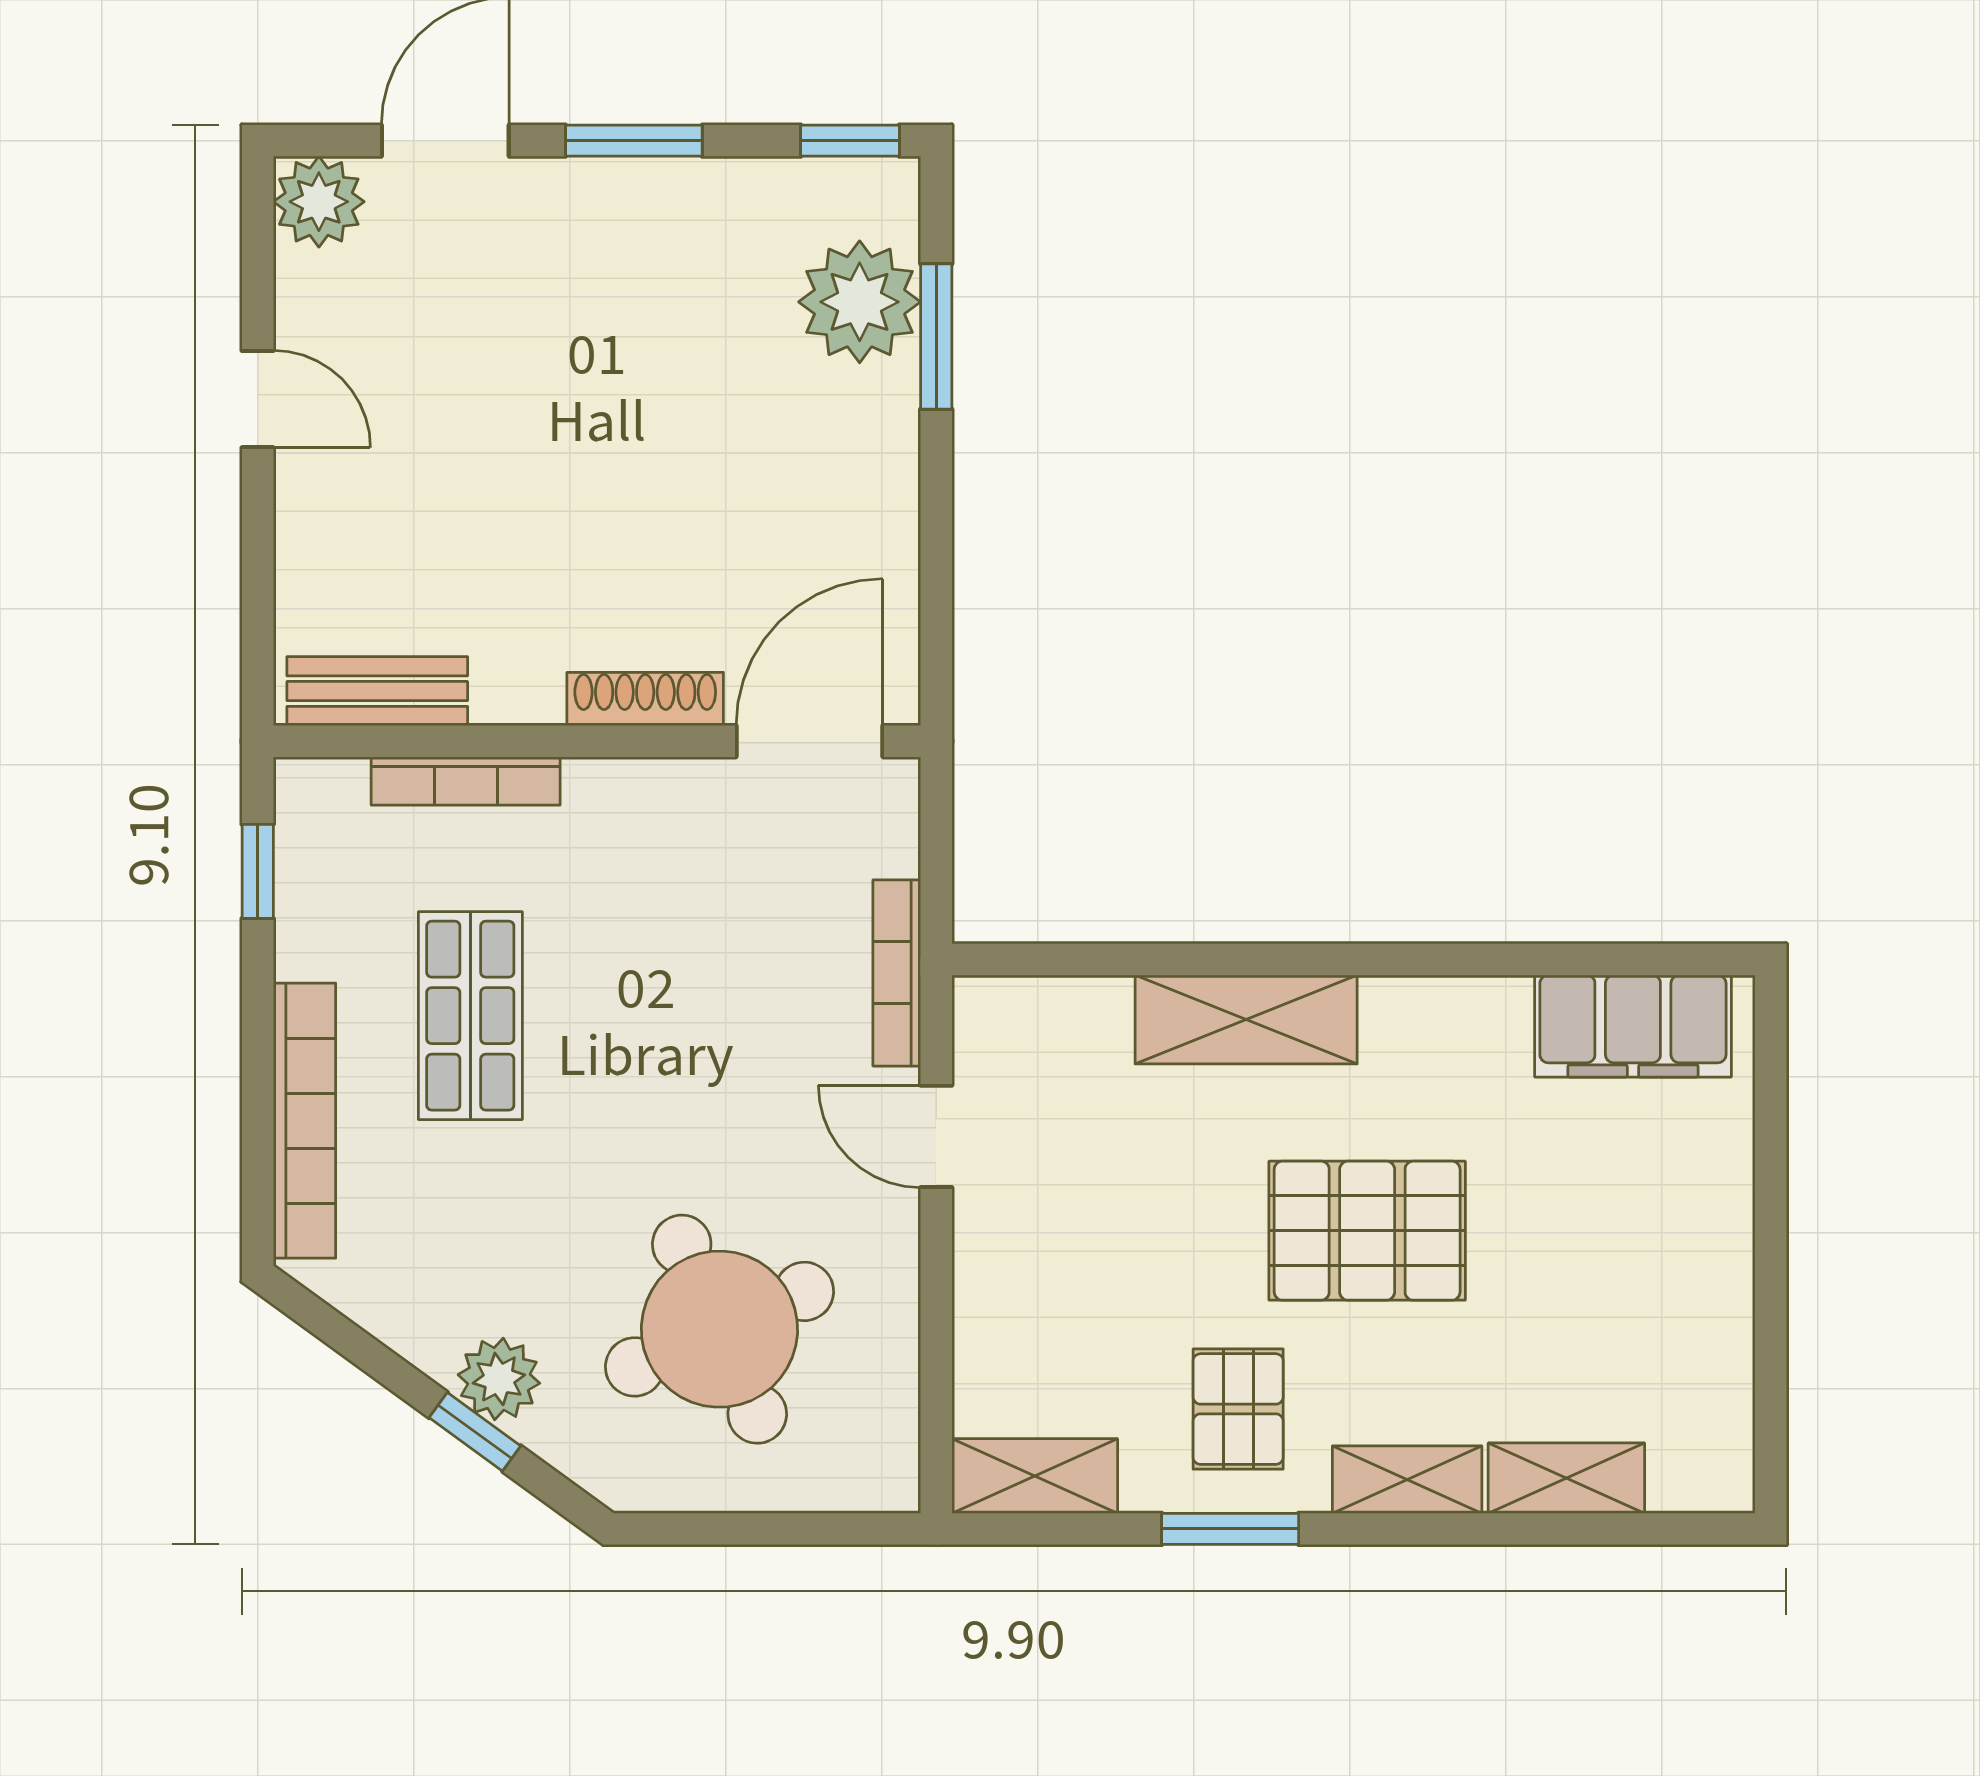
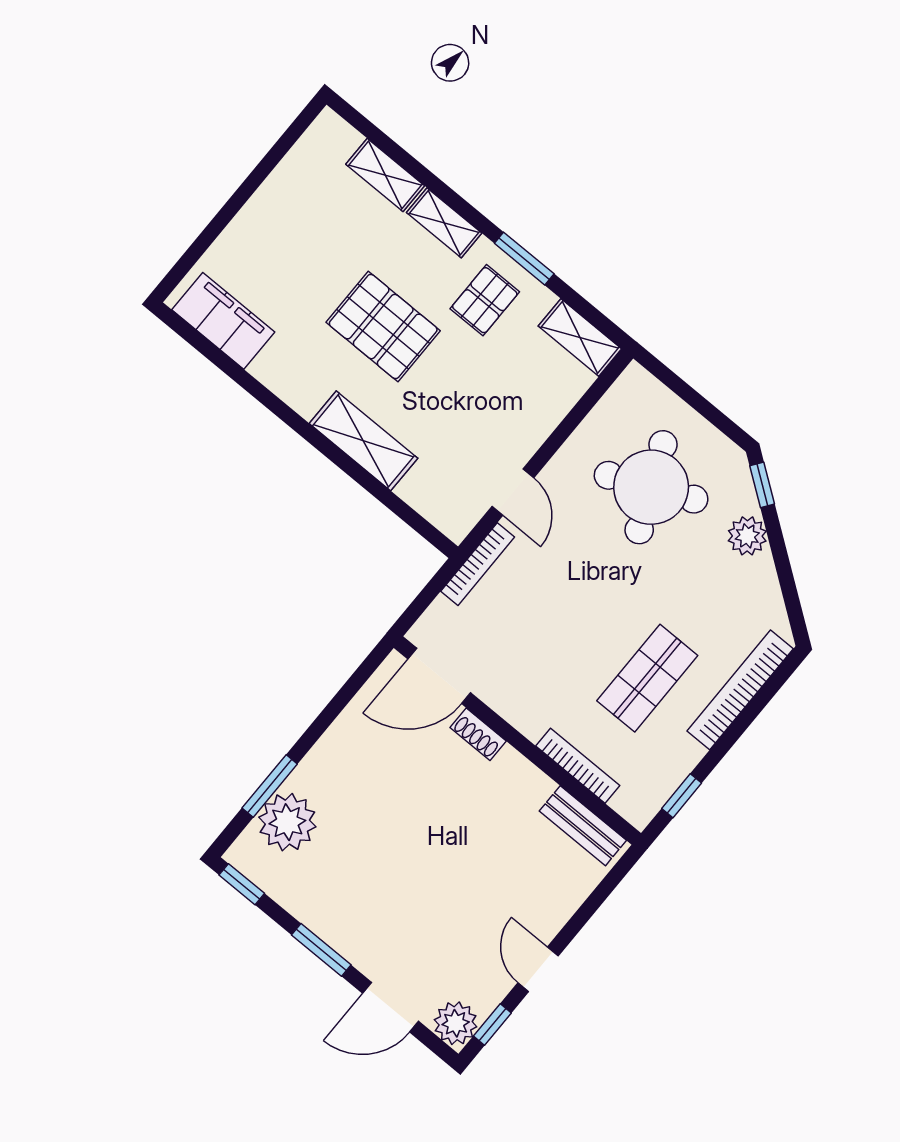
window: (258, 249) -> (492, 1024), added
shoe rack: (645, 699) -> (478, 734), width x0.70
window: (475, 1432) -> (762, 485), moved

